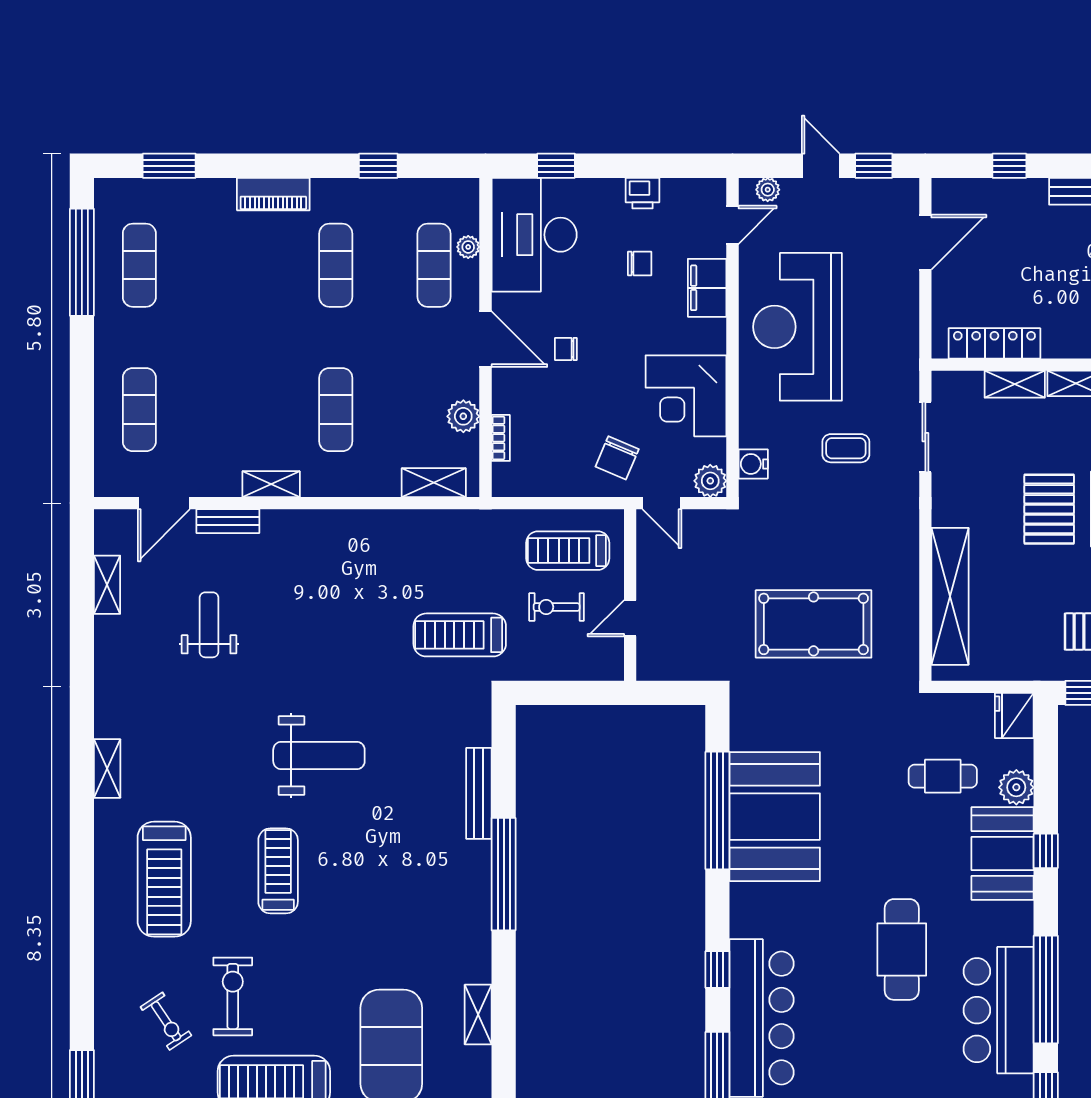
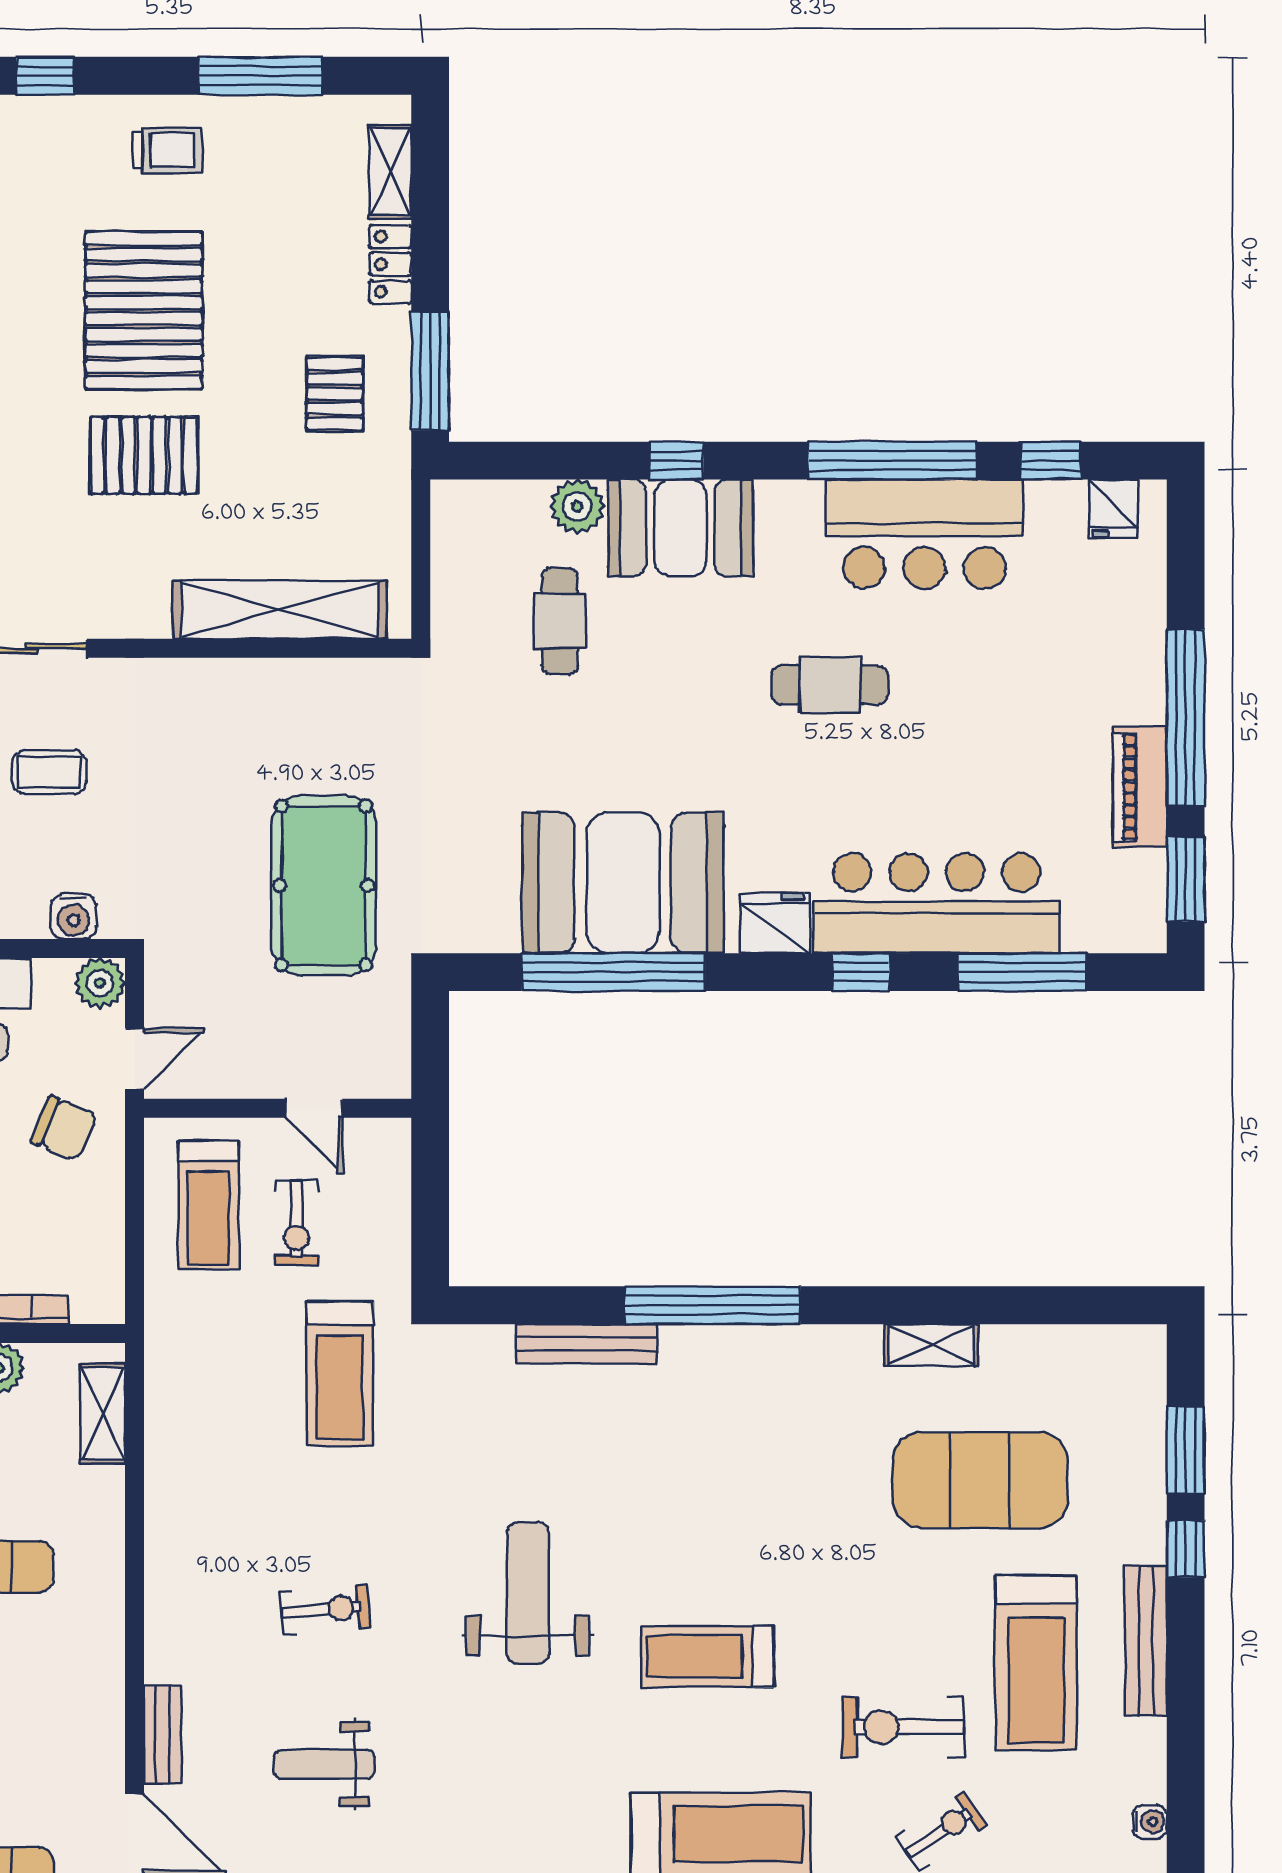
coffee table: (846, 448) -> (49, 772), turned 90
shelving: (271, 484) -> (105, 1667), removed
pool table: (814, 624) -> (324, 885), moved
exercise bike: (308, 626) -> (325, 1610), added
fridge: (1014, 715) -> (775, 923), moved, turned 180
cafe table: (902, 949) -> (830, 685), width x0.73, depth x0.74

